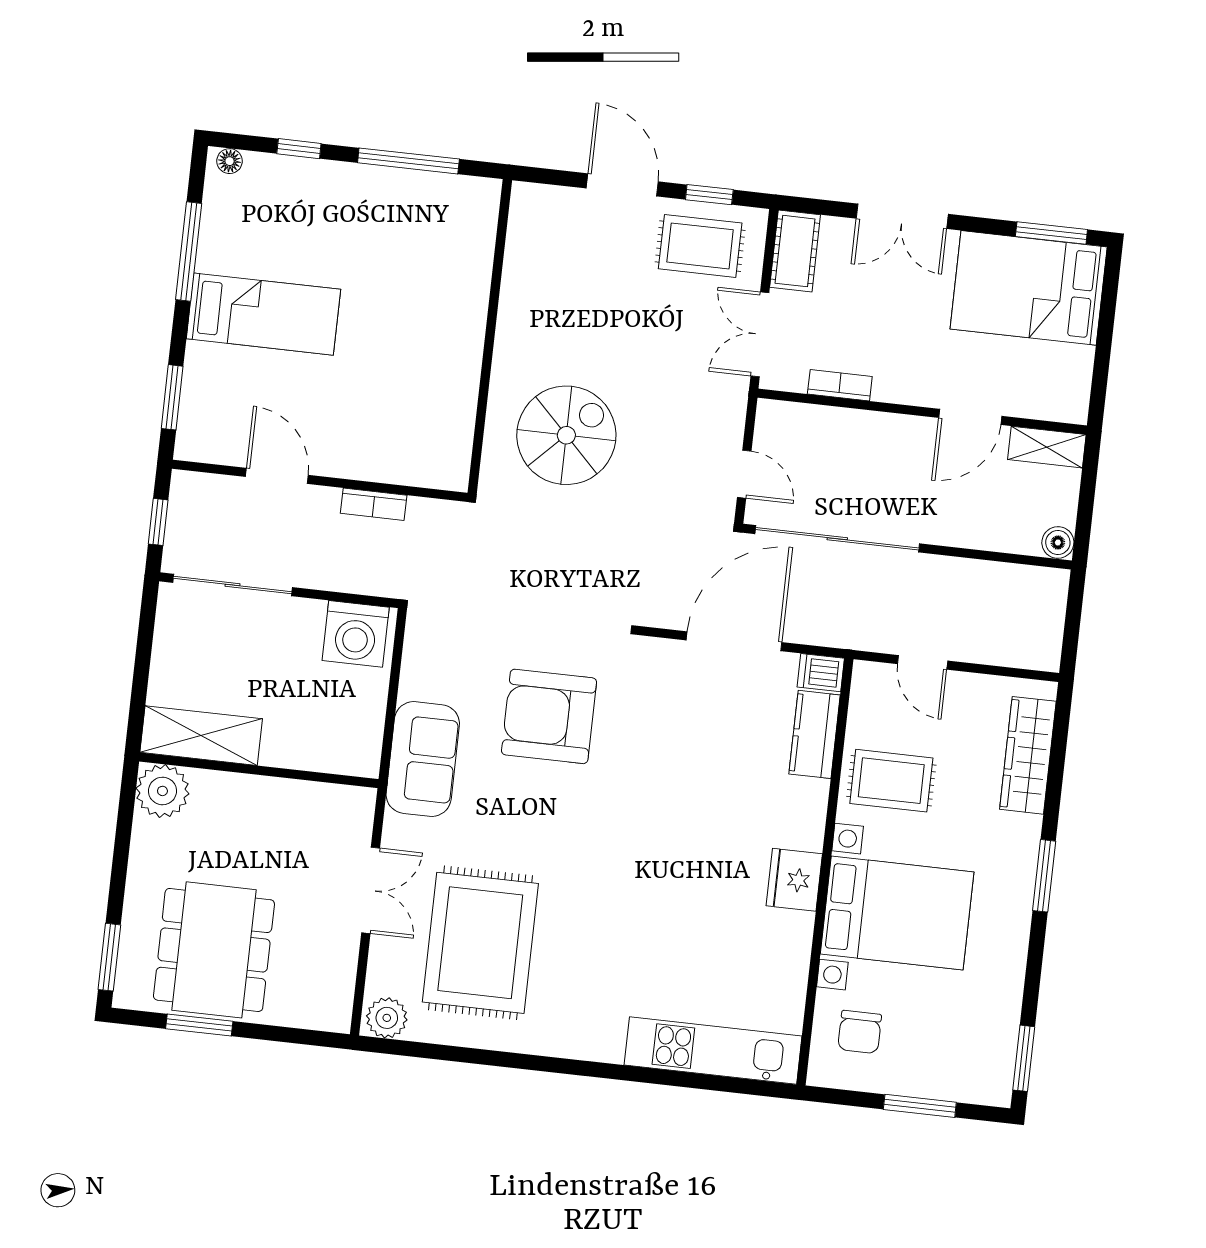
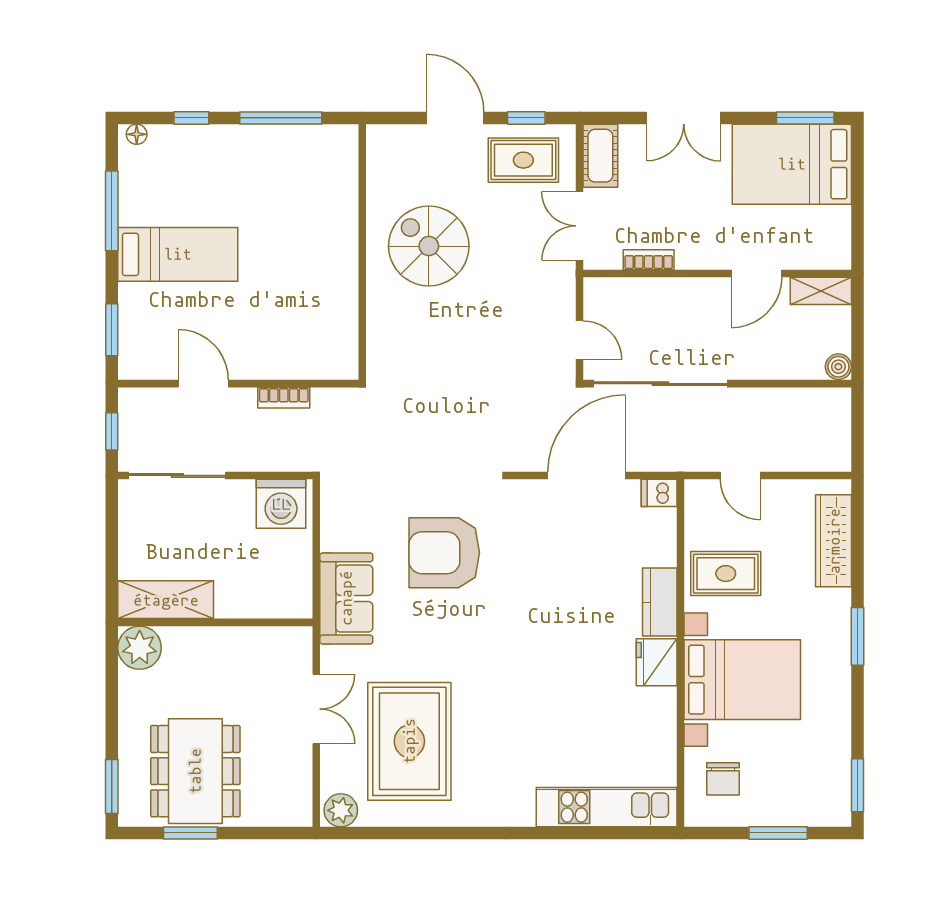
spiral stairs: (566, 435) -> (429, 246), moved, turned -90
kitchen counter: (815, 734) -> (660, 602), moved

